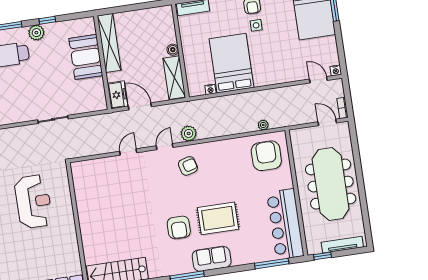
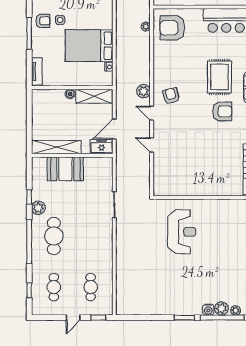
reception desk: (33, 202) -> (182, 232), turned 90

